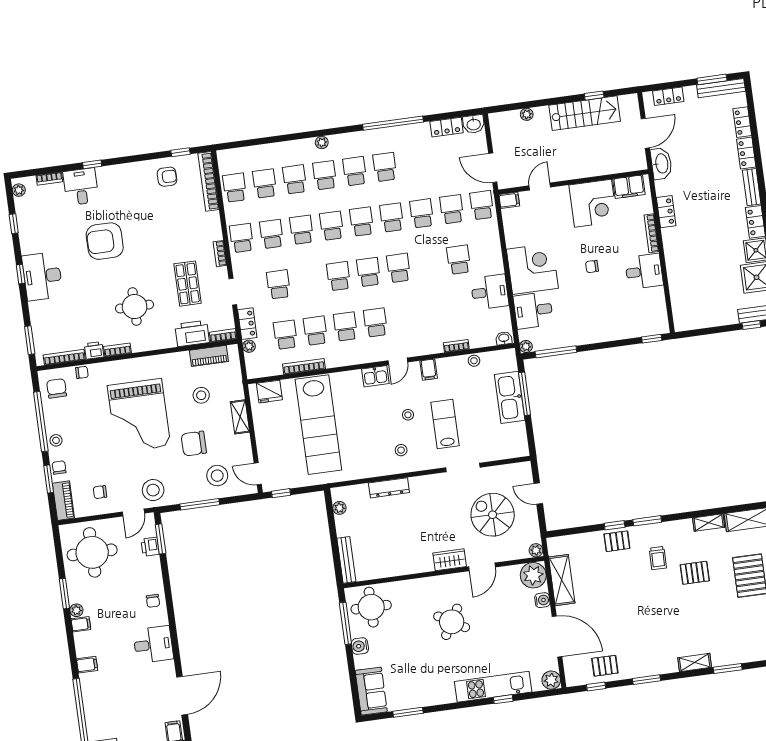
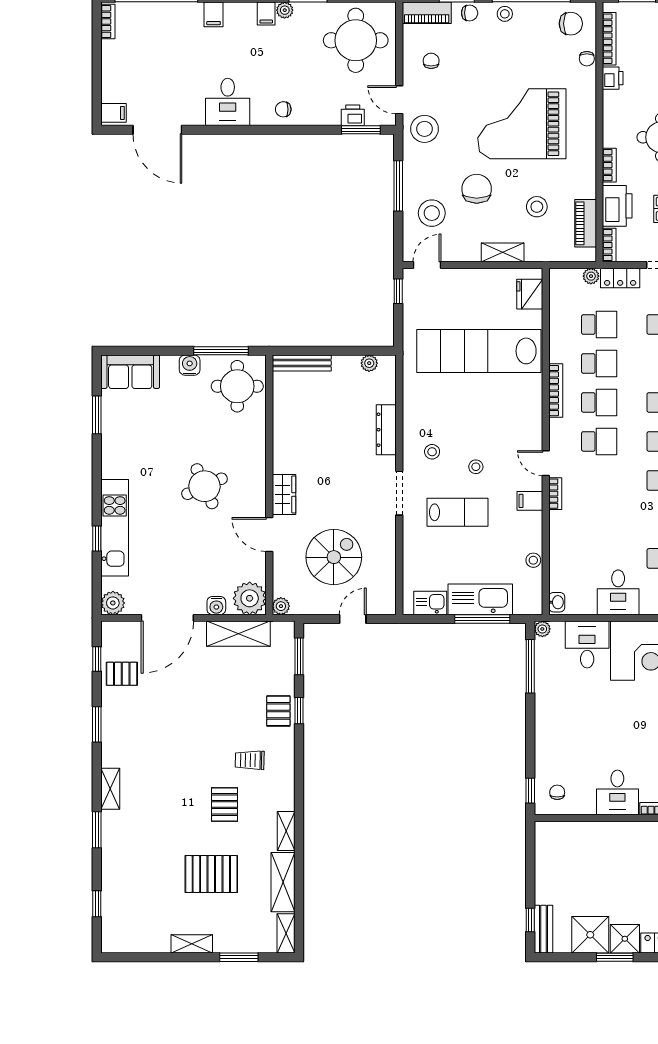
chair: (592, 266) -> (557, 792), moved
bookcase: (456, 346) -> (555, 494), moved
bookcase: (117, 350) -> (609, 165), moved
bookcase: (304, 366) -> (556, 391), moved
kitchen sink: (375, 376) -> (430, 603), moved, turned 90
doorway: (463, 467) -> (399, 493), moved
window: (647, 521) -> (299, 656), moved
round table: (452, 622) -> (204, 486), turned 36
pallet: (605, 666) -> (122, 674), turned 90

